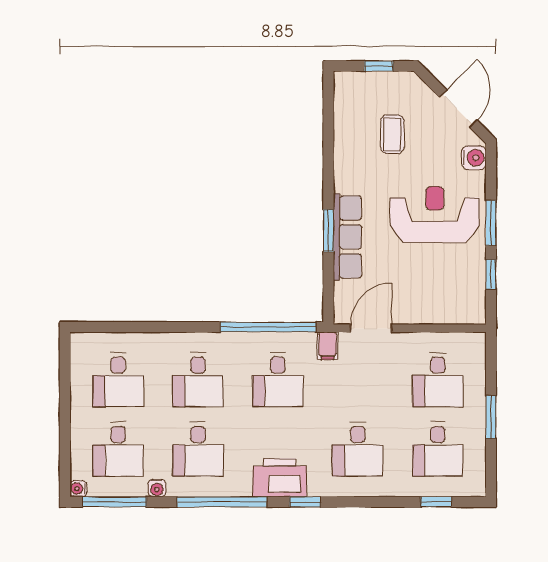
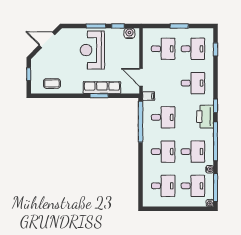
coffee table: (392, 134) -> (52, 83), moved
water cooler: (474, 158) -> (129, 33), moved

